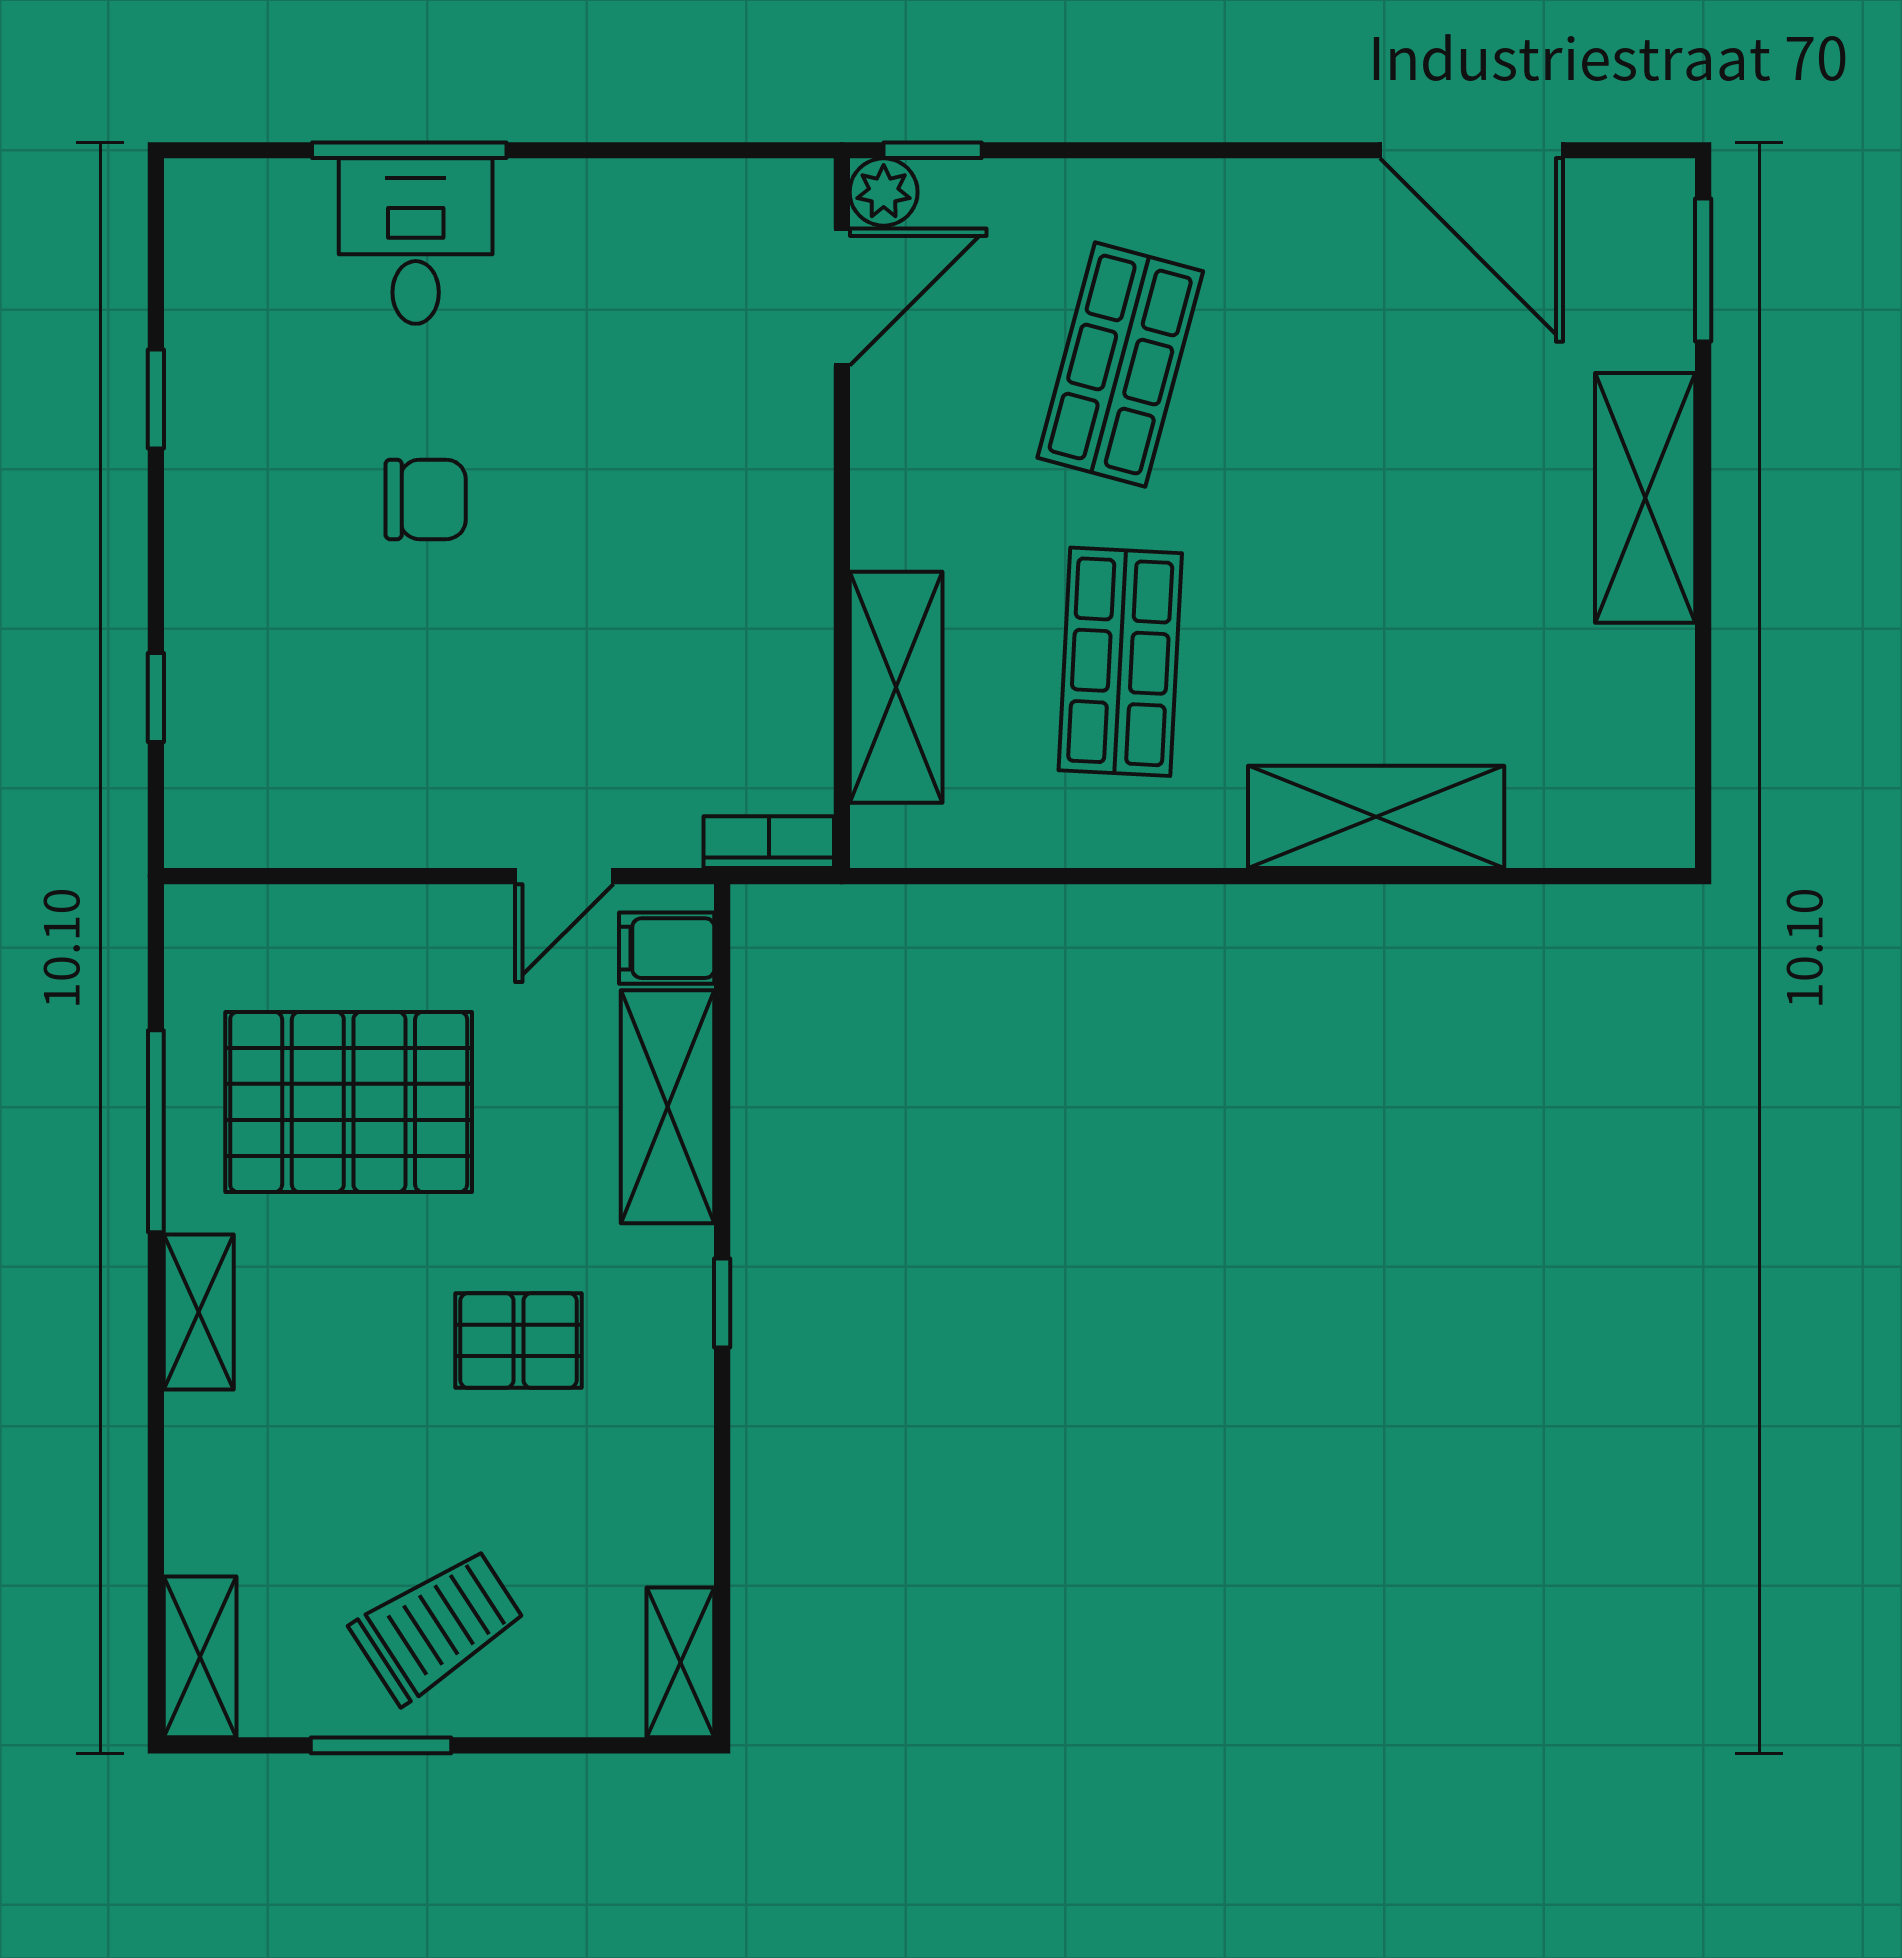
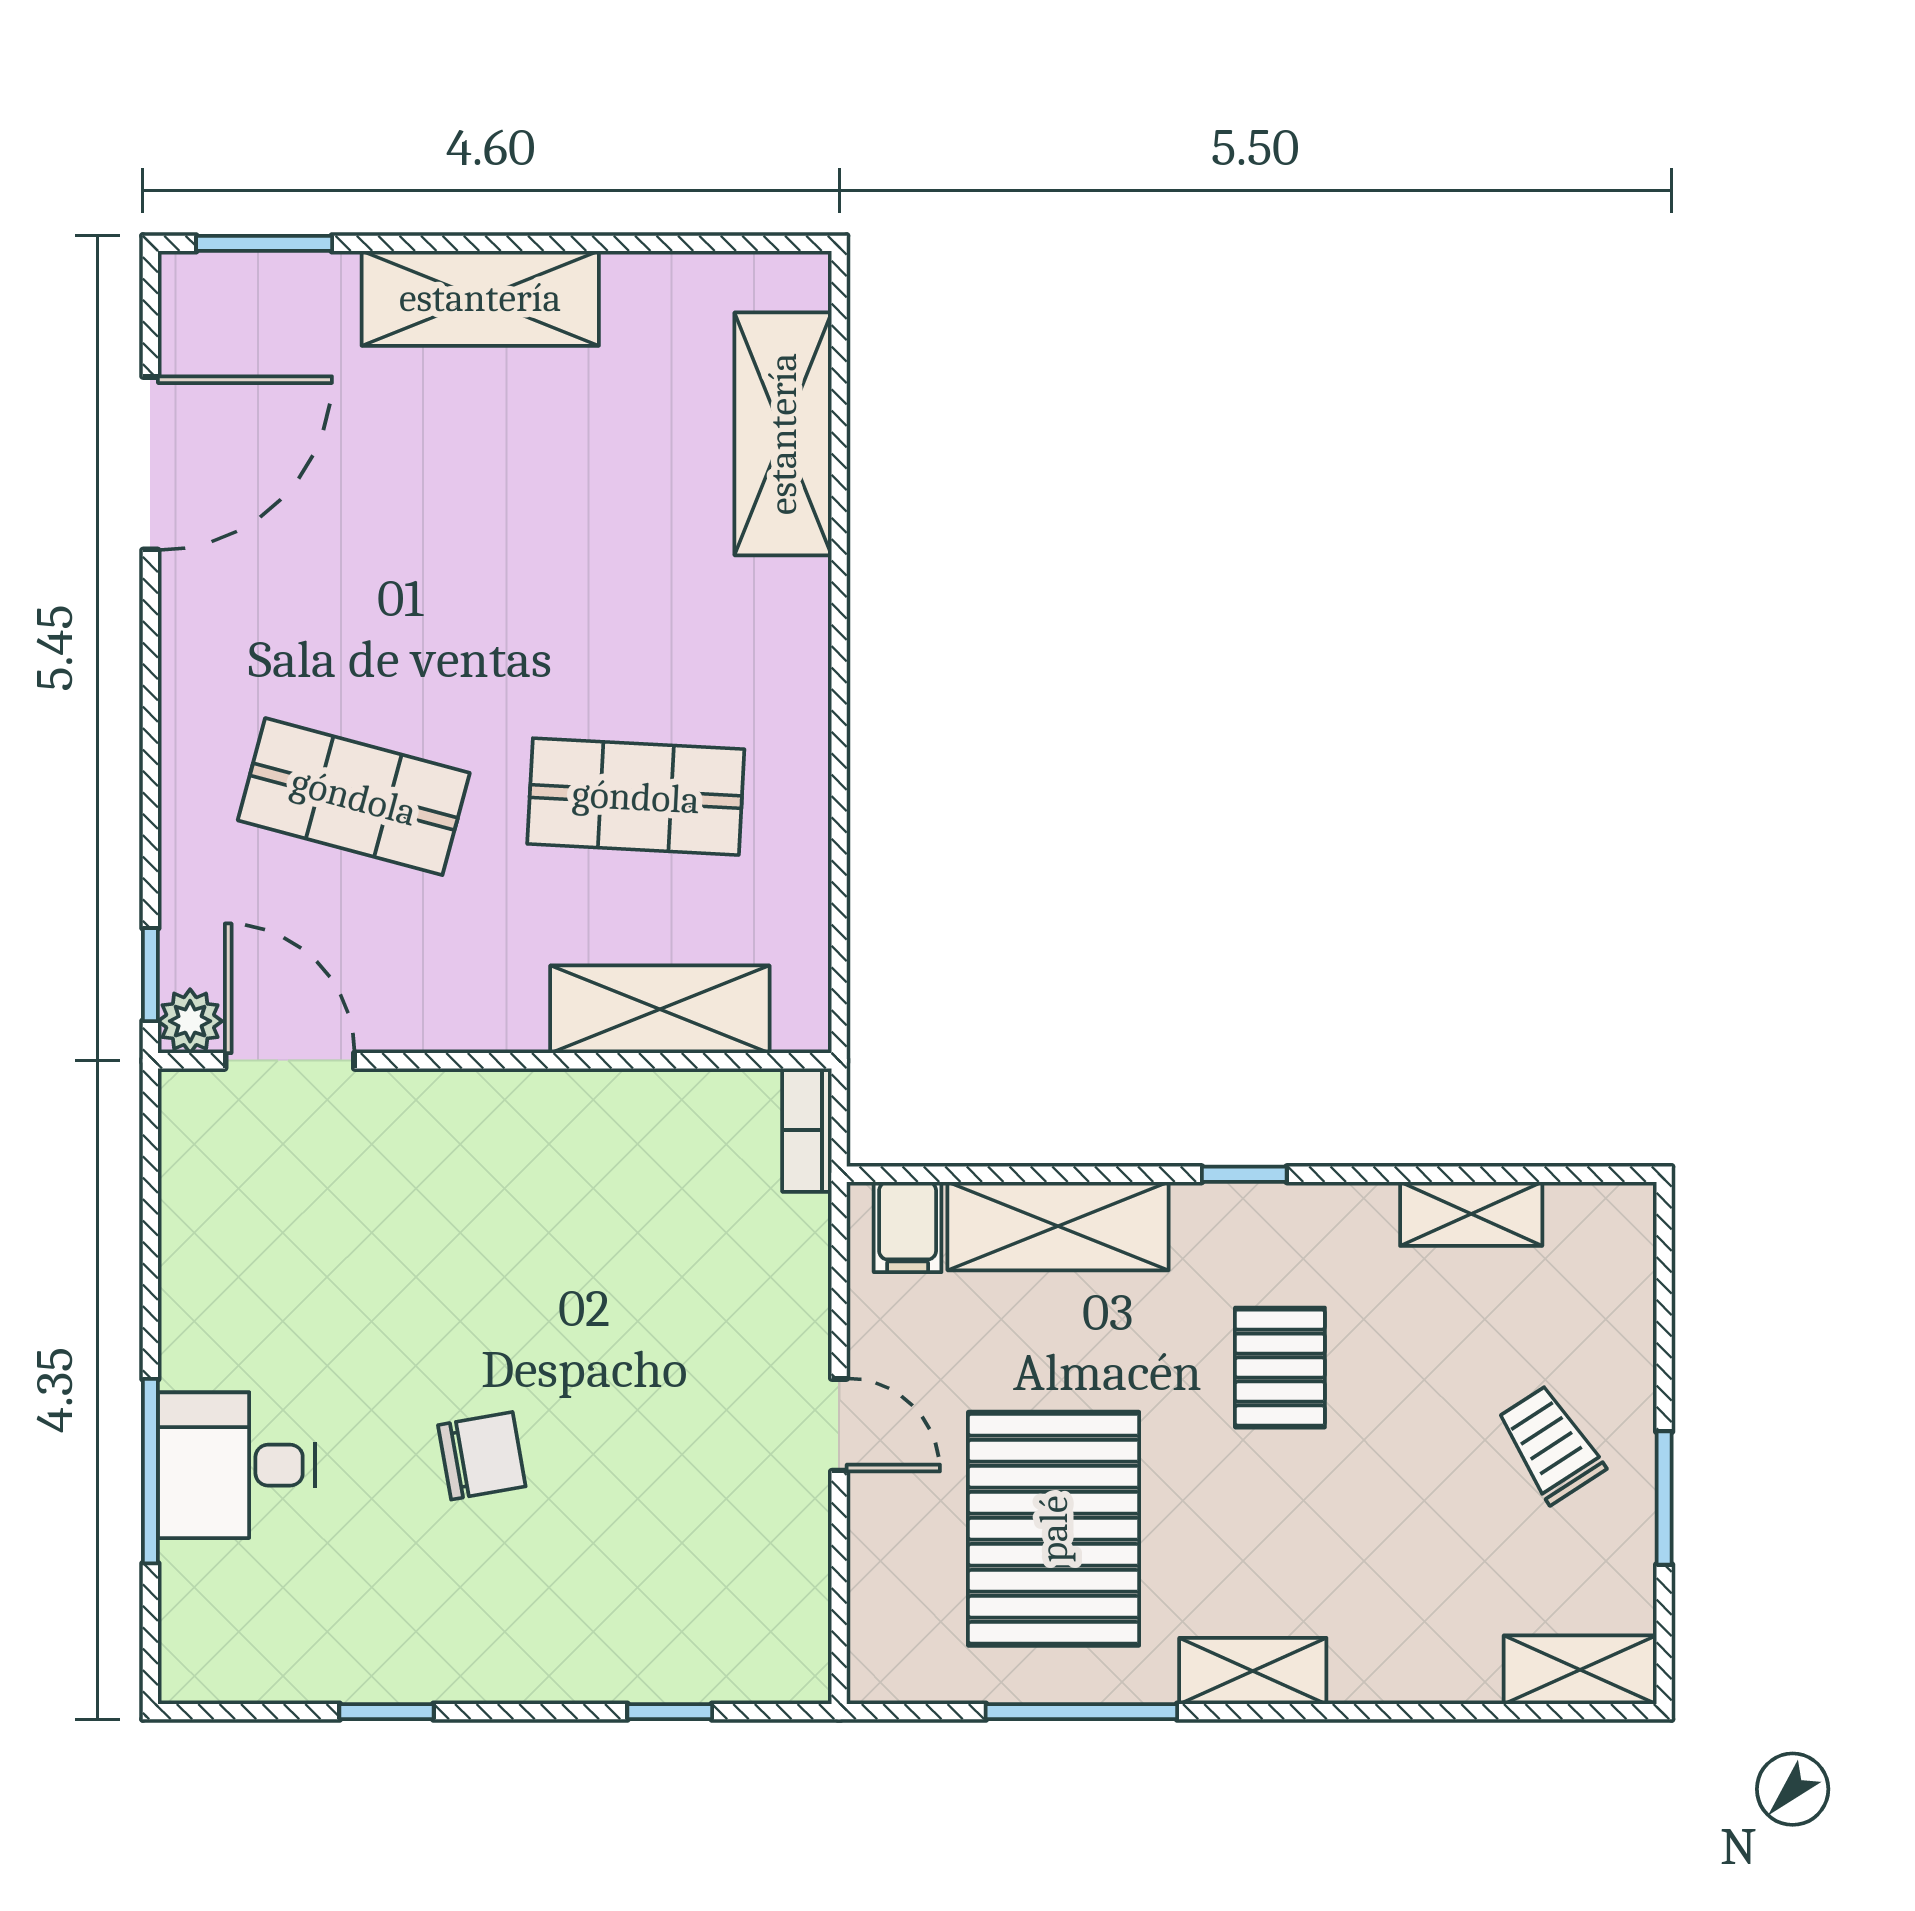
chair: (426, 499) -> (482, 1456), turned 80
shelving: (1376, 817) -> (783, 434), moved
door: (564, 876) -> (839, 1425), moved
trolley: (438, 1626) -> (1550, 1444), width x0.73, depth x0.72
shelving: (680, 1662) -> (1471, 1214), moved

